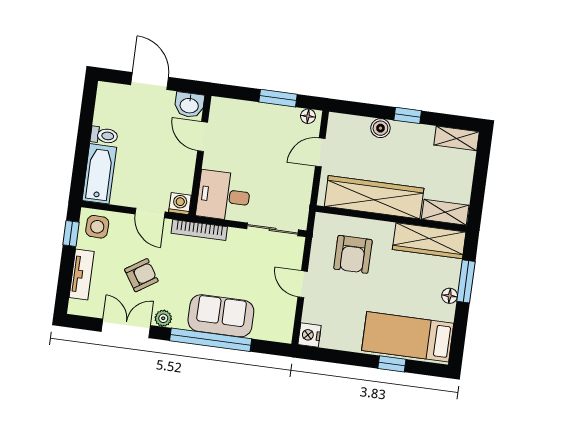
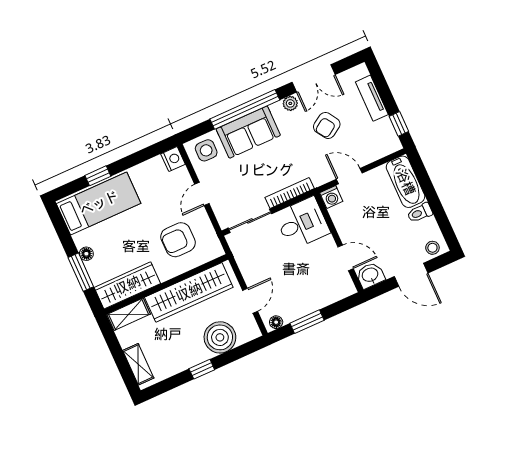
stool: (113, 94) -> (432, 248), added
boiler: (380, 128) -> (220, 337), width x1.86, depth x1.86
shelving: (457, 138) -> (138, 364), moved, turned 90
side table: (97, 227) -> (206, 150), moved
bookcase: (199, 230) -> (290, 193), moved
armchair: (353, 254) -> (178, 240), turned -90
door: (303, 284) -> (202, 194), swing flipped

